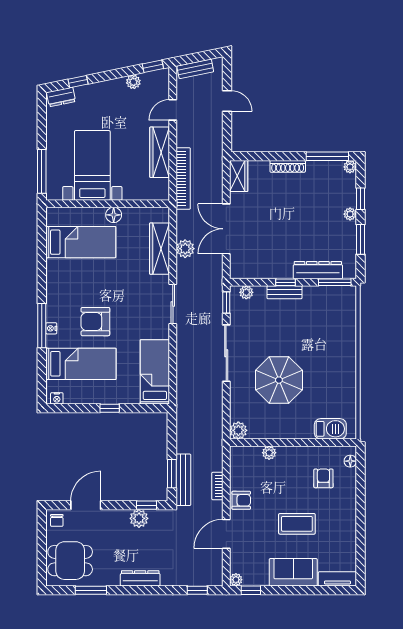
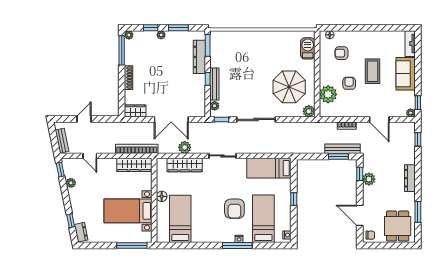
wardrobe: (160, 152) -> (134, 165), moved
bench: (284, 292) -> (214, 84), width x1.36
parasol: (279, 380) -> (289, 87), moved
plant: (269, 453) -> (328, 94), width x1.87, depth x1.87
armchair: (241, 500) -> (349, 83), moved

